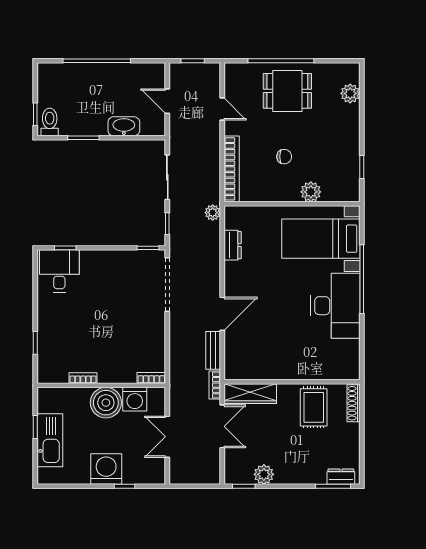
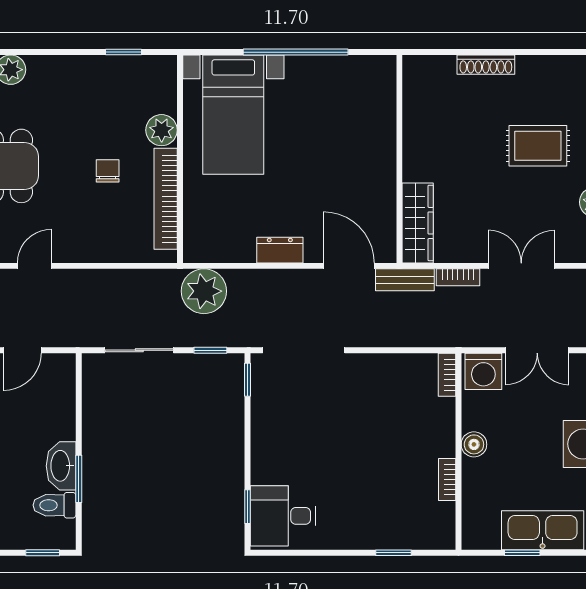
toilet: (50, 122) -> (55, 505), moved
washbasin: (124, 126) -> (61, 466), moved
bookcase: (232, 169) -> (166, 199), moved, turned -90
plant: (213, 213) -> (204, 291), width x1.88, depth x1.88
dresser: (233, 245) -> (280, 250), moved
desk: (335, 306) -> (336, 92), removed
wall: (292, 382) -> (399, 159), moved
wardrobe: (250, 394) -> (418, 223), moved
washing machine: (135, 399) -> (483, 371), moved, turned 90
boiler: (106, 403) -> (474, 444), width x0.54, depth x0.54
rug: (314, 407) -> (538, 146), moved

